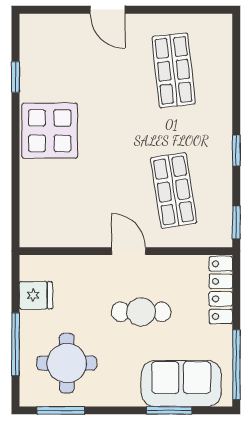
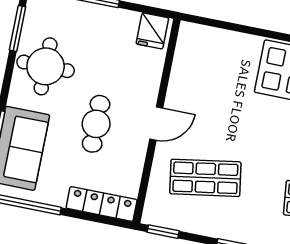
fridge: (36, 295) -> (152, 31), moved
round table: (67, 363) -> (46, 66), moved

